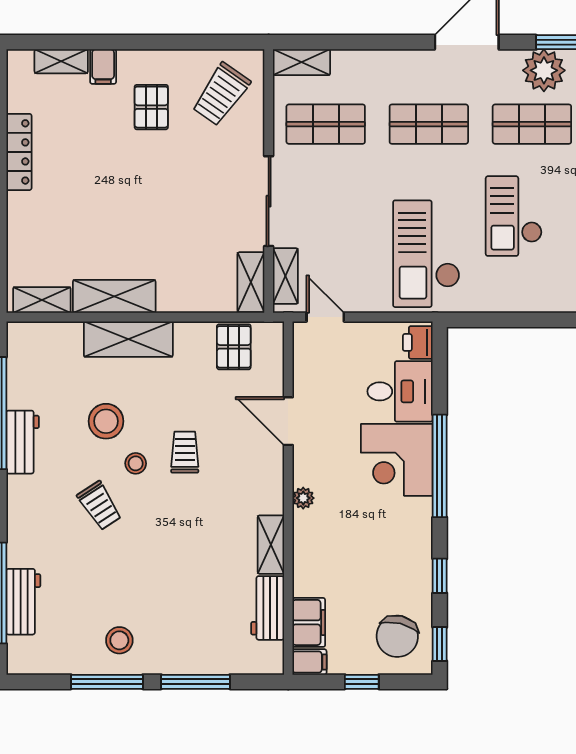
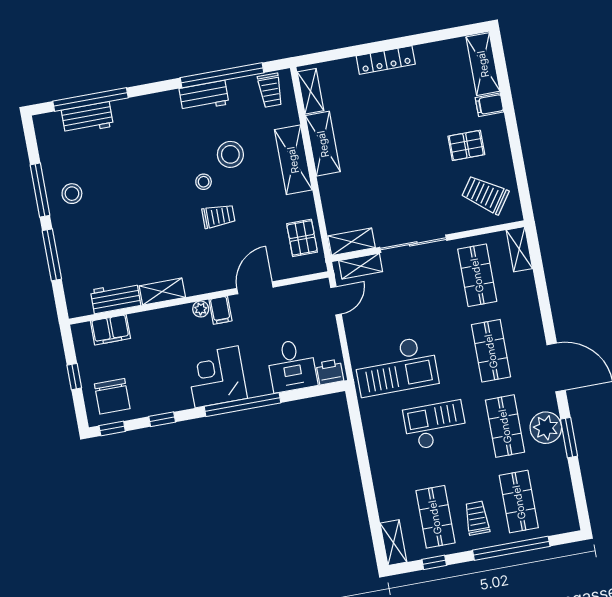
shelving: (61, 61) -> (483, 64), width x1.50, depth x1.33
locker: (19, 152) -> (386, 60), moved
checkout: (426, 254) -> (396, 366), turned 180
pallet: (234, 347) -> (302, 238), turned 90
corner desk: (397, 460) -> (217, 377), moved
trolley: (100, 506) -> (270, 90), moved, turned -57
chair: (397, 636) -> (112, 396), turned -104
filing cabinet: (309, 662) -> (220, 310), moved

